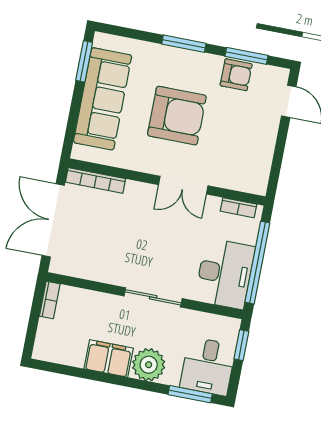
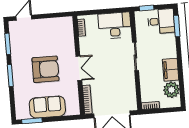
armchair: (236, 75) -> (18, 46), removed
sofa: (103, 99) -> (47, 107), width x0.73
armchair: (177, 116) -> (45, 69), turned 90
double door: (183, 185) -> (79, 68), moved
window: (257, 263) -> (105, 11), removed
plant: (149, 365) -> (171, 90), moved

